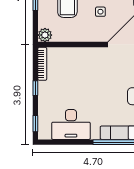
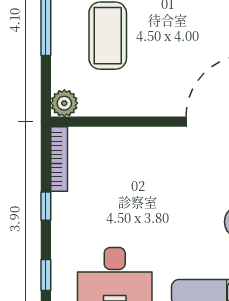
side table: (100, 12) -> (172, 58), removed

